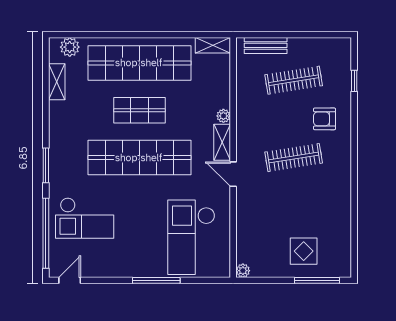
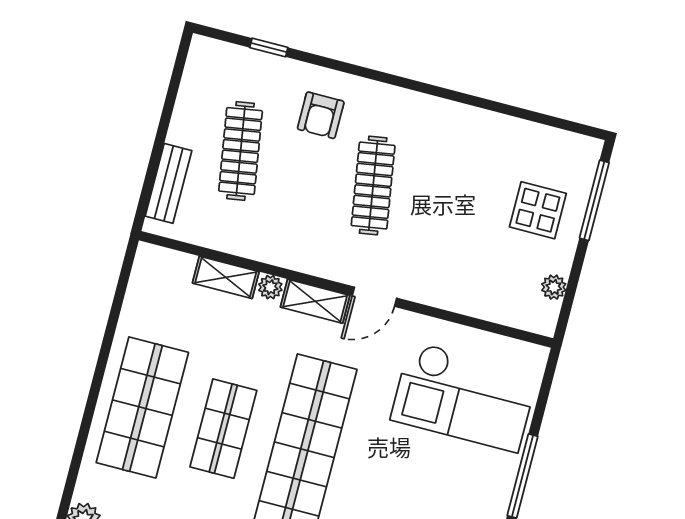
shelving: (213, 45) -> (226, 277), moved, turned 90
shop shelf: (139, 63) -> (142, 408), width x0.71
plant: (243, 271) -> (554, 287), moved

